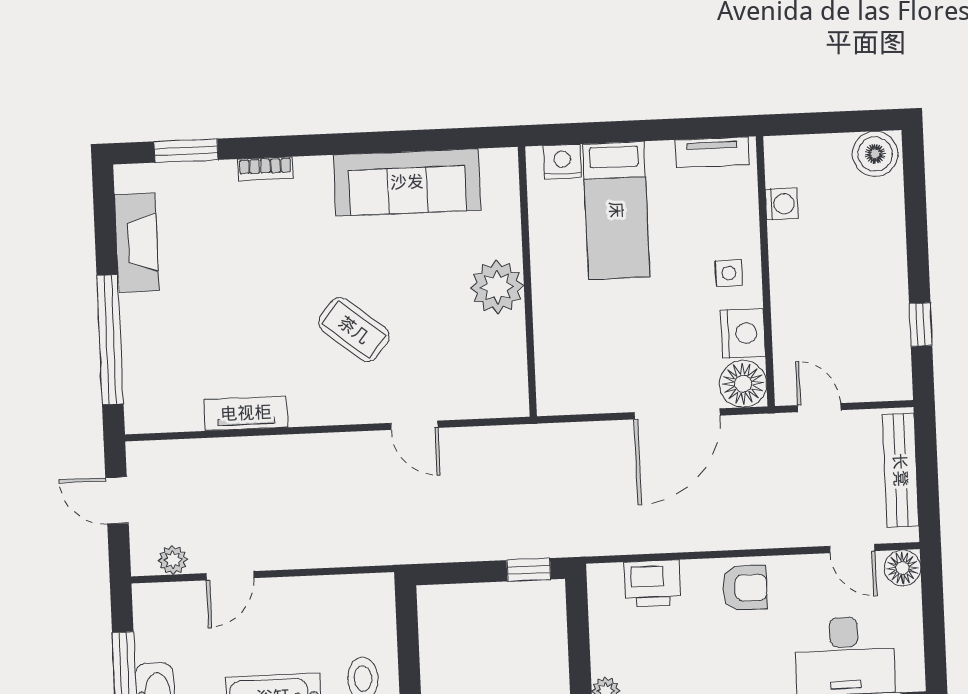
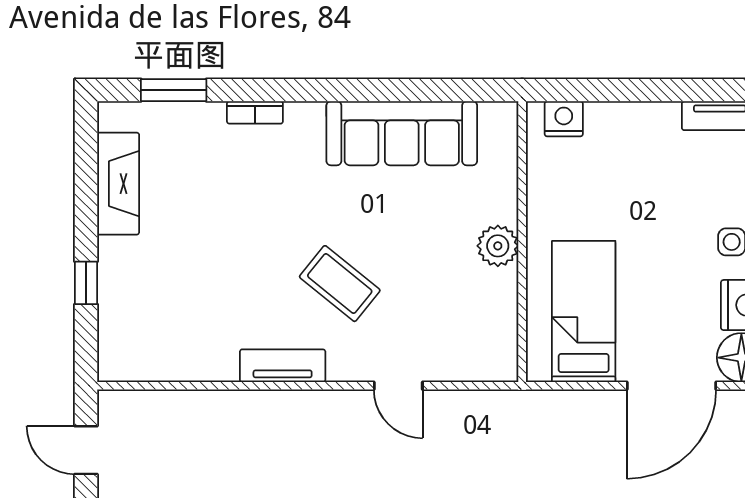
bed: (616, 210) -> (584, 311), moved, turned 180
plant: (497, 287) -> (498, 246), width x0.73, depth x0.73
window: (110, 340) -> (86, 283), width x0.32
tv unit: (246, 413) -> (283, 366), moved

